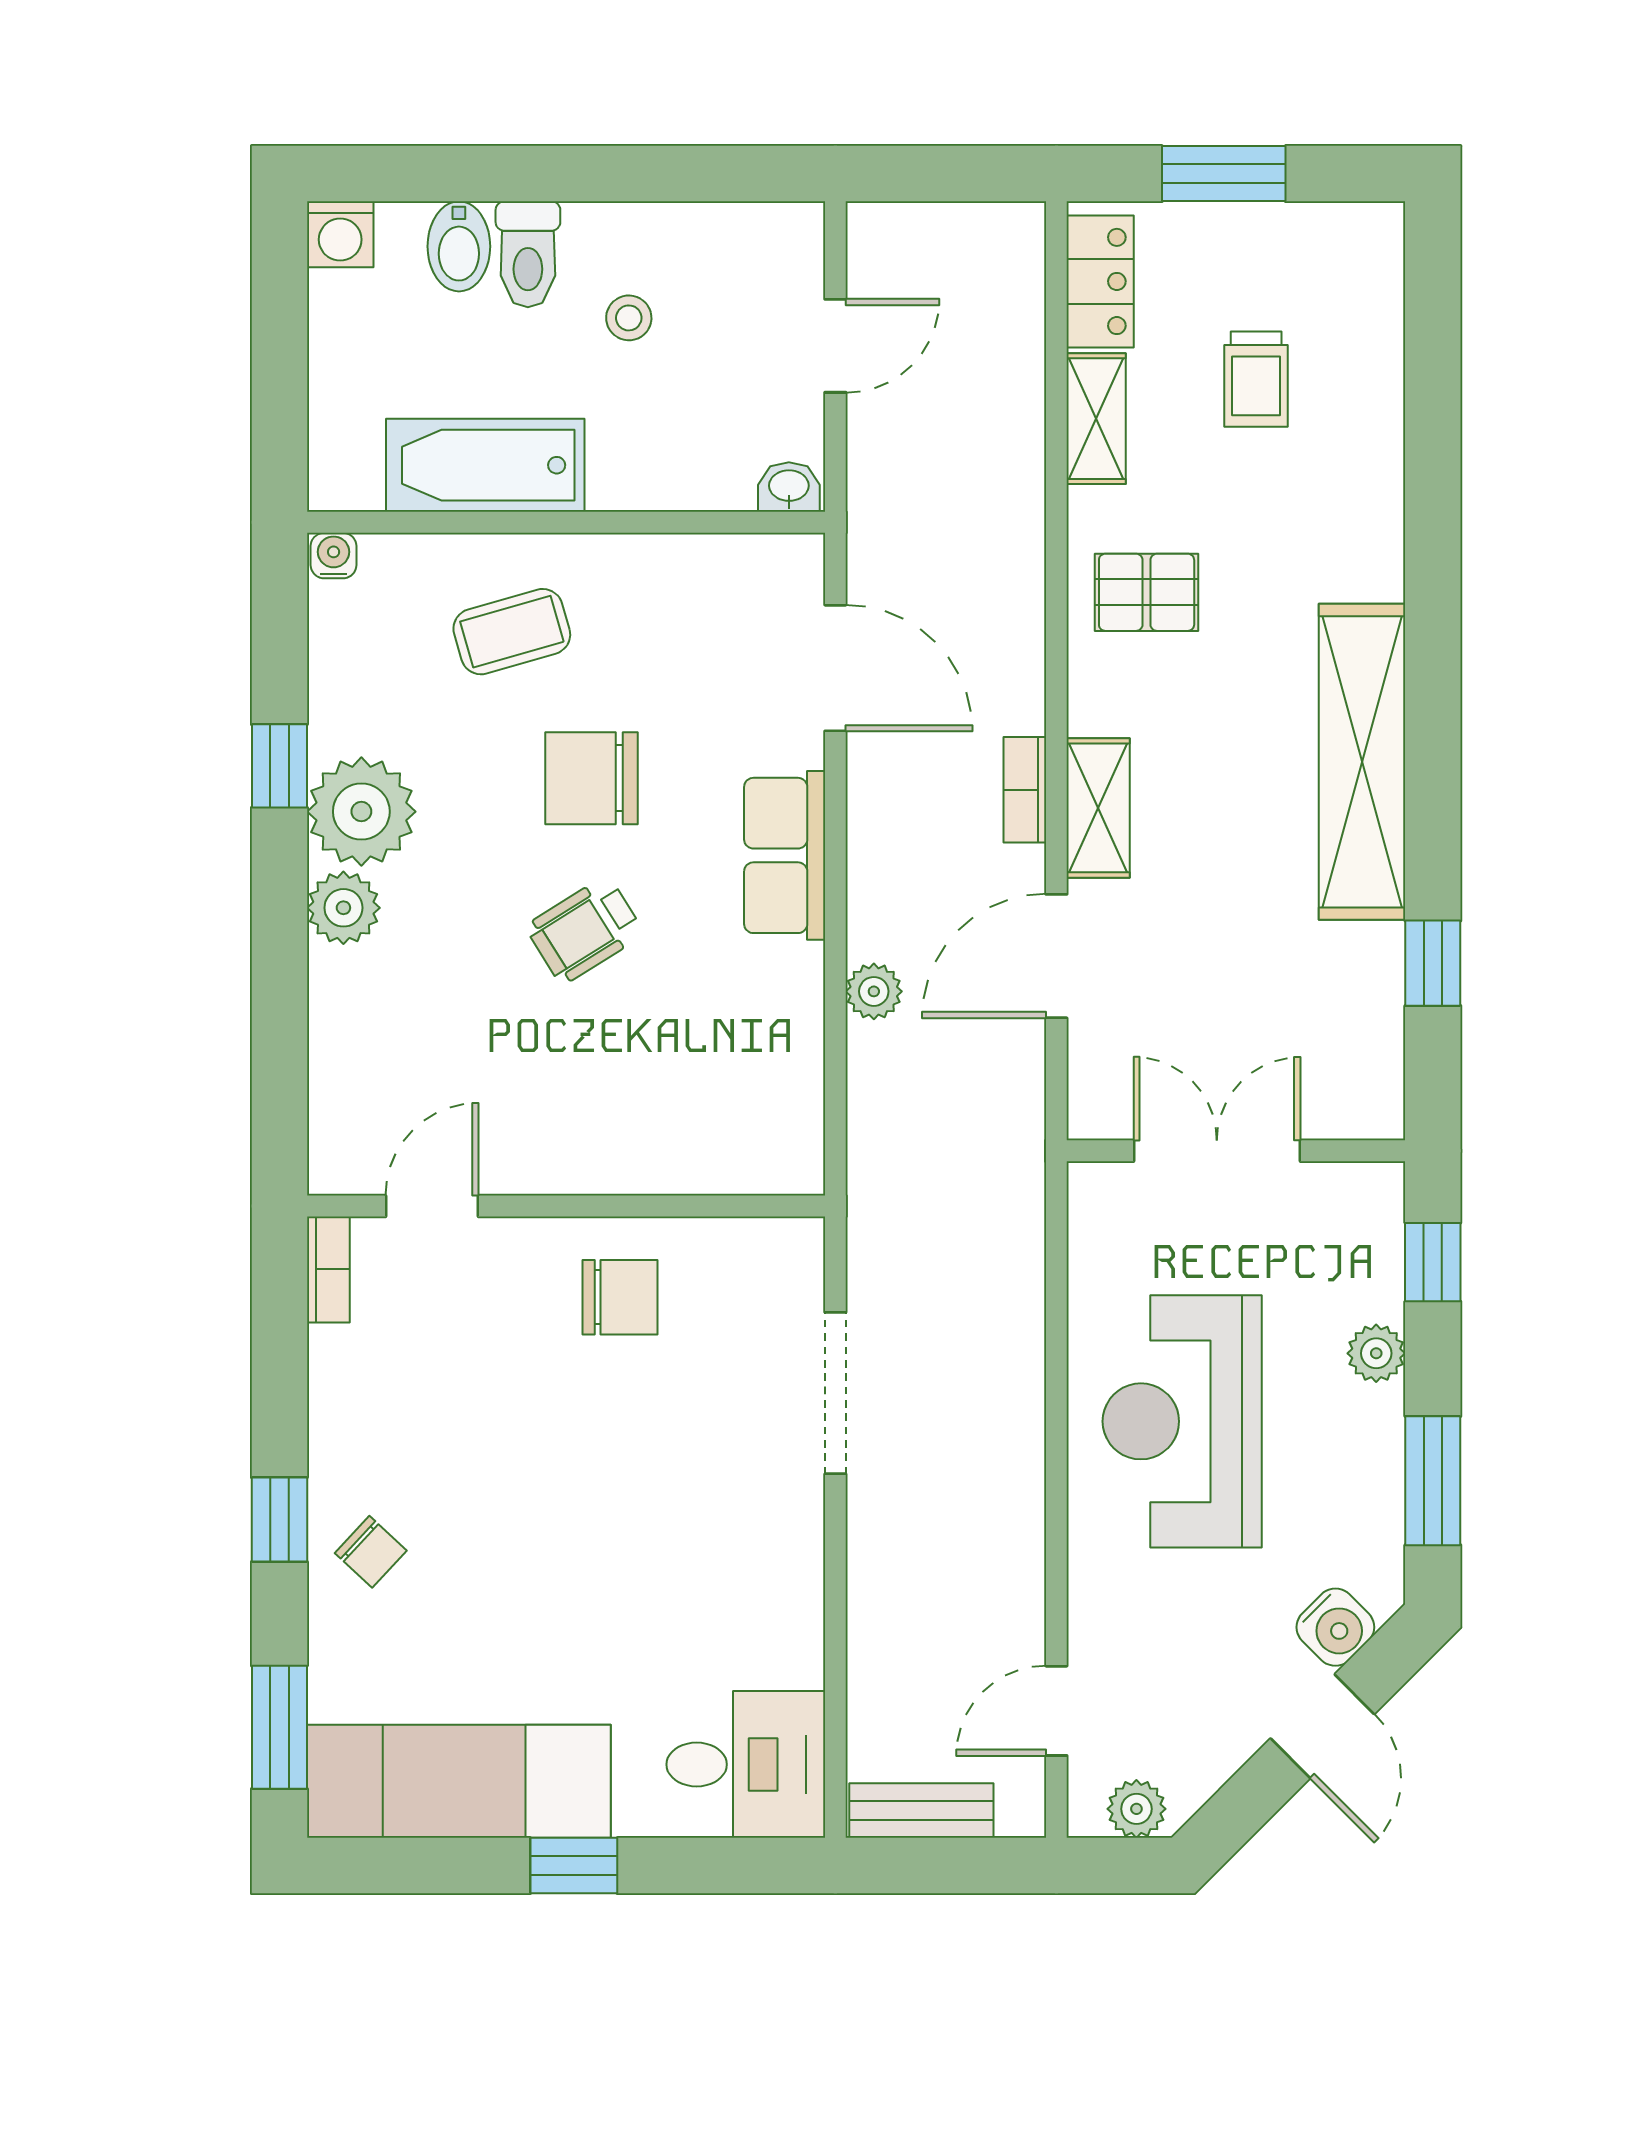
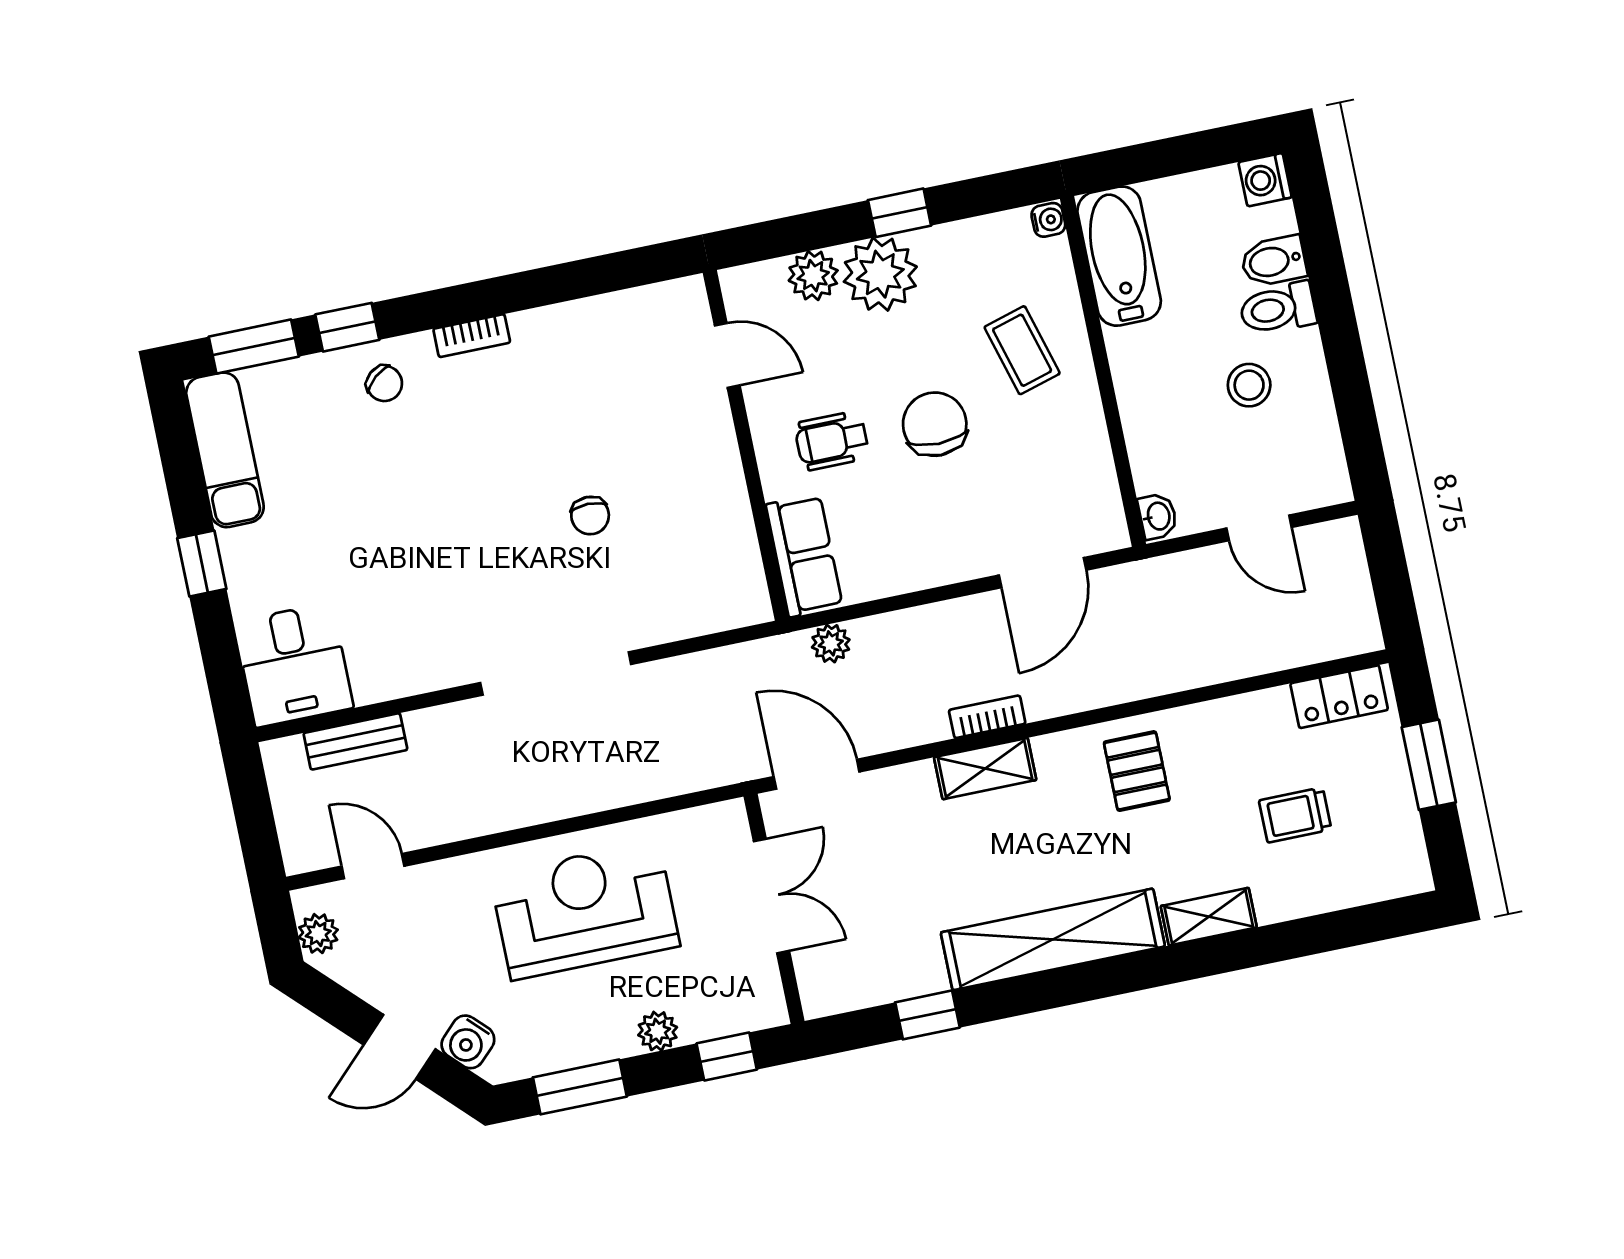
stool: (629, 318) -> (1249, 385), width x1.37, depth x1.37
shelving: (1096, 419) -> (1209, 917), moved
bathtub: (485, 465) -> (1119, 256), moved
row of seats: (785, 855) -> (804, 556), moved, turned 90
wheelchair: (585, 930) -> (832, 441), turned -58
door: (1056, 956) -> (817, 774), moved
door: (432, 1206) -> (727, 355), moved
wall: (566, 1206) -> (746, 445), moved
bookcase: (328, 1269) -> (472, 336), moved
chair: (620, 1297) -> (590, 516), width x0.73, depth x0.73
doorway: (835, 1393) -> (556, 673), width x1.36
window: (279, 1520) -> (347, 327), moved
chair: (371, 1552) -> (384, 383), turned -83
exam couch: (459, 1781) -> (225, 450), width x0.73, depth x0.69
bench: (921, 1810) -> (355, 741), moved, turned 90

